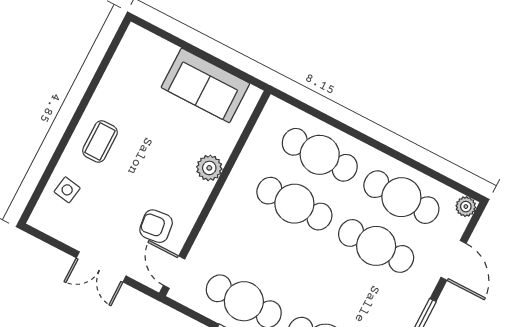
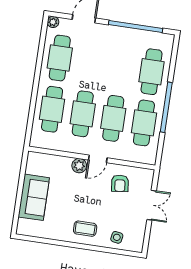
sofa: (205, 85) -> (34, 197), moved
cafe table: (376, 246) -> (113, 118), moved
door: (174, 272) -> (98, 159), moved

